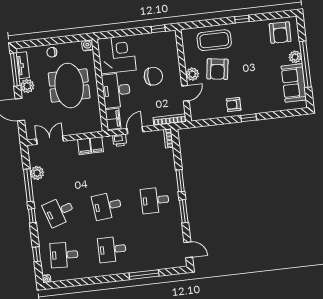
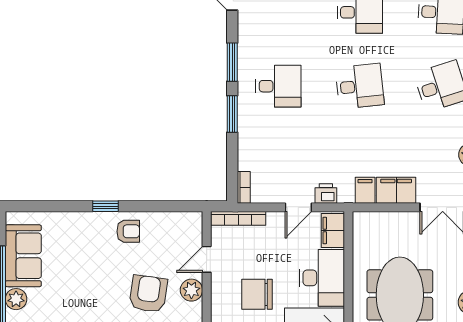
filing cabinet: (84, 146) -> (396, 190), width x2.00

